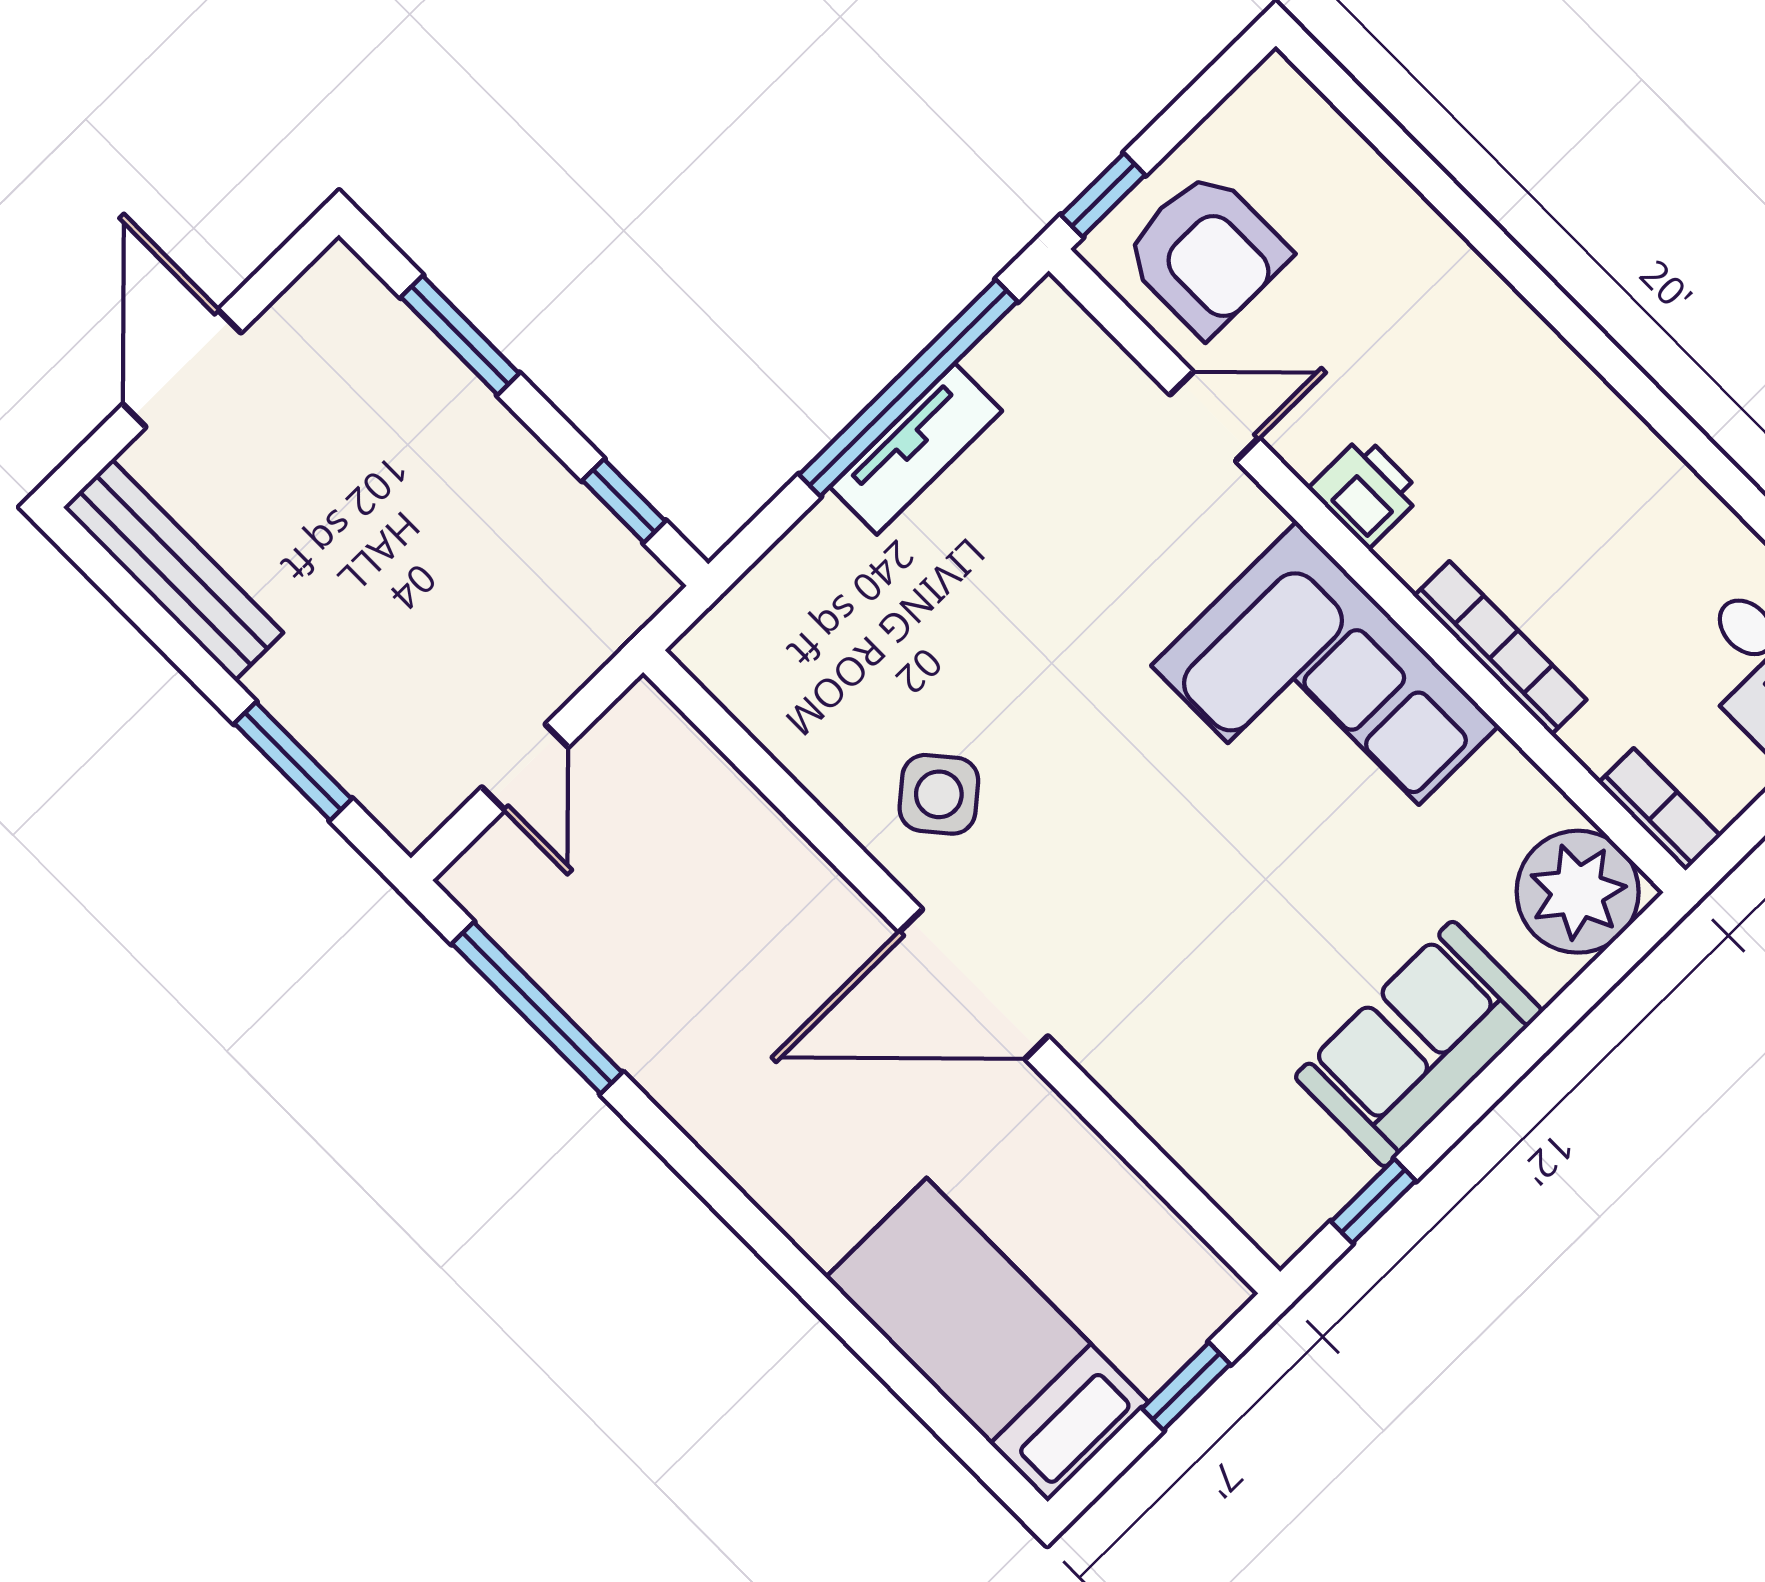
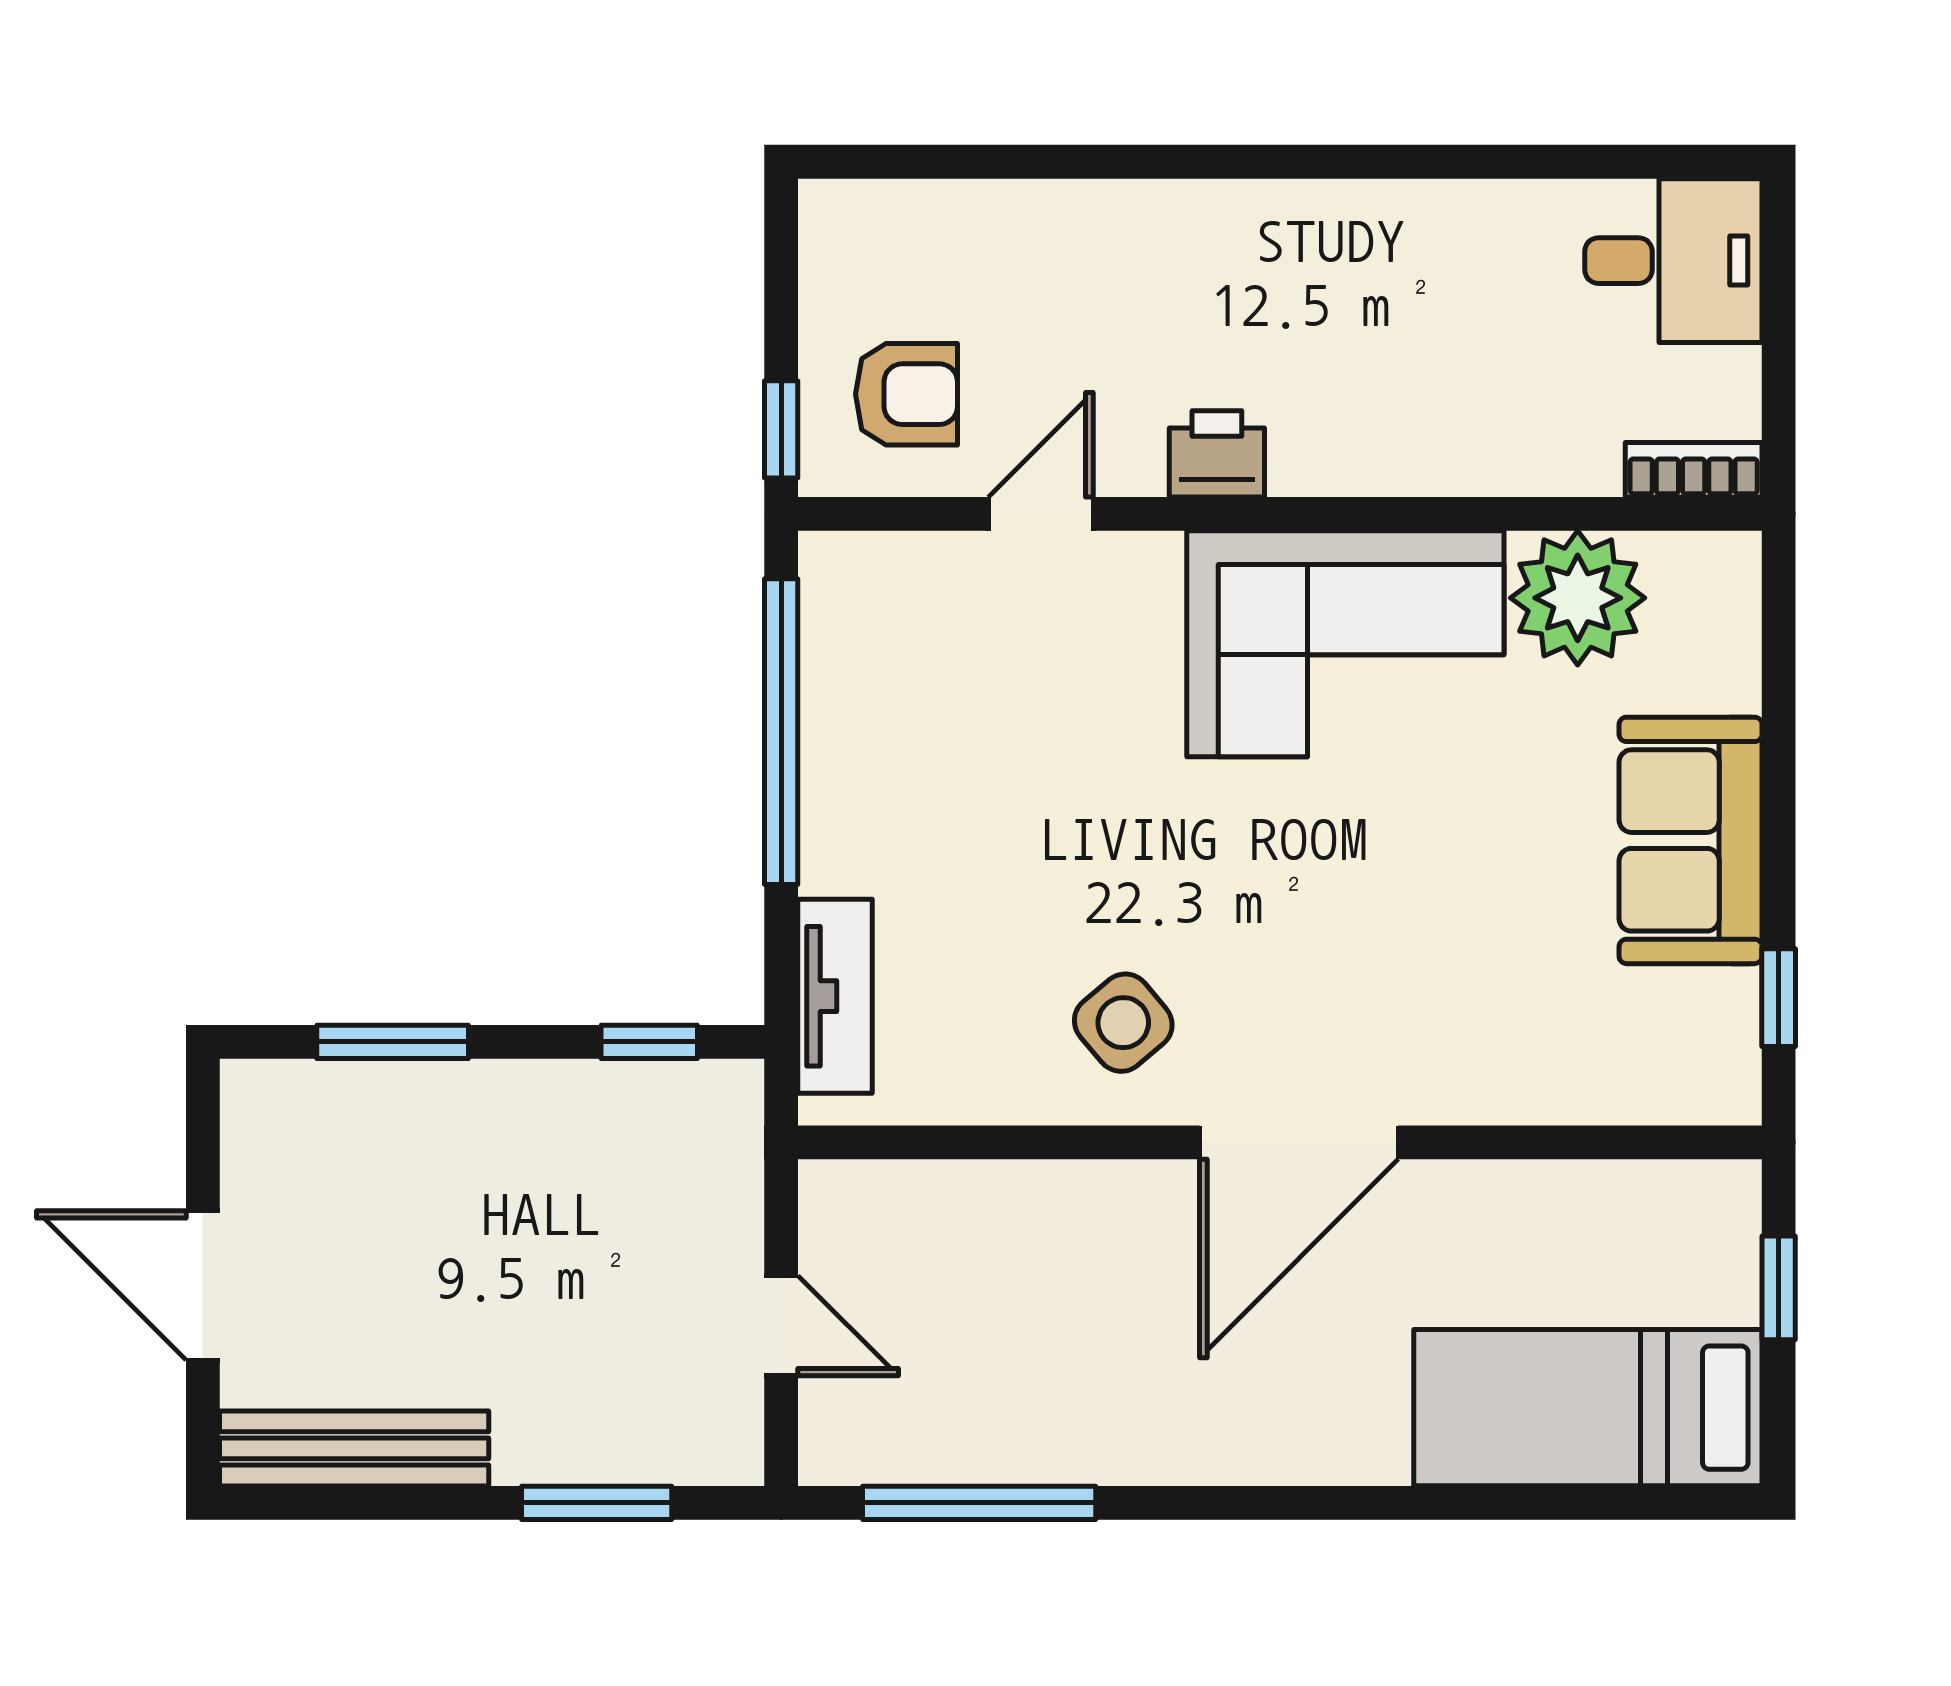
armchair: (1206, 253) -> (907, 394), width x0.72, depth x0.72
tv unit: (916, 449) -> (835, 996), moved
bookcase: (1500, 648) -> (1444, 469), removed
plant: (1578, 892) -> (1578, 598), moved

